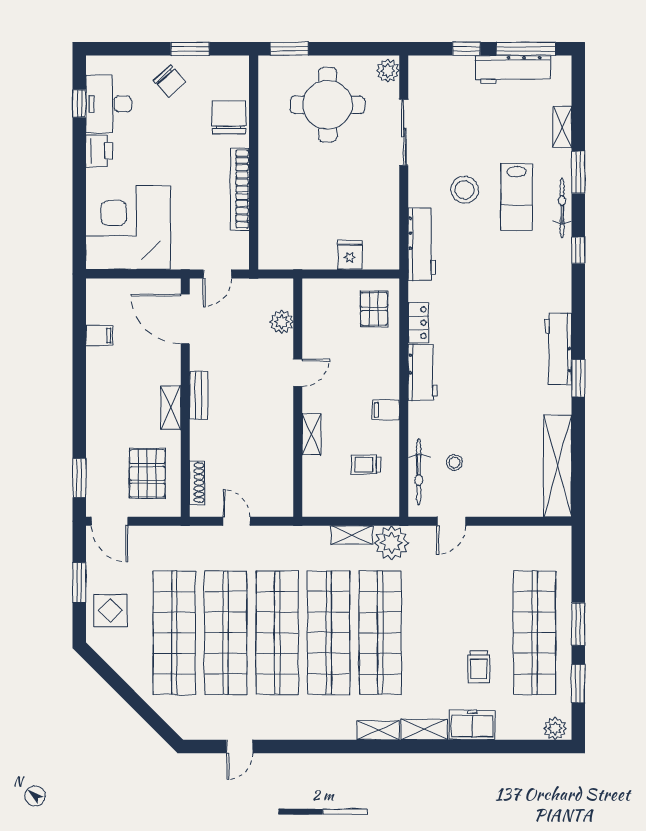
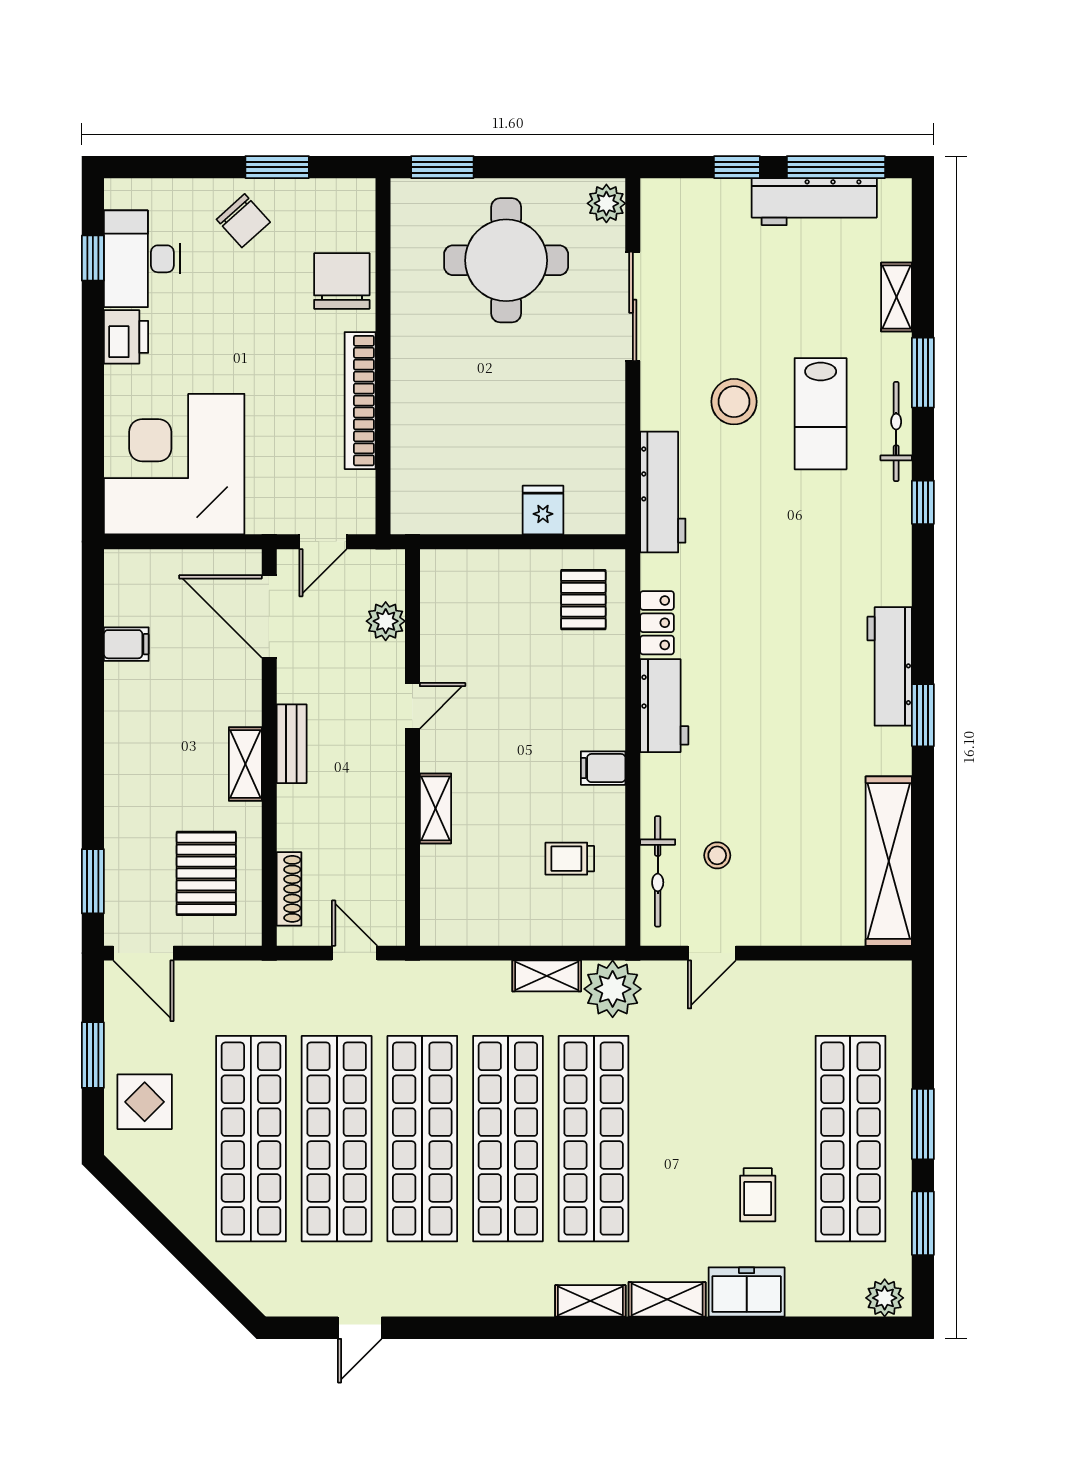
plant: (282, 322) -> (386, 621), moved
door: (298, 373) -> (412, 706), moved
wall: (298, 398) -> (412, 747), moved
shelving: (312, 434) -> (435, 808), moved

